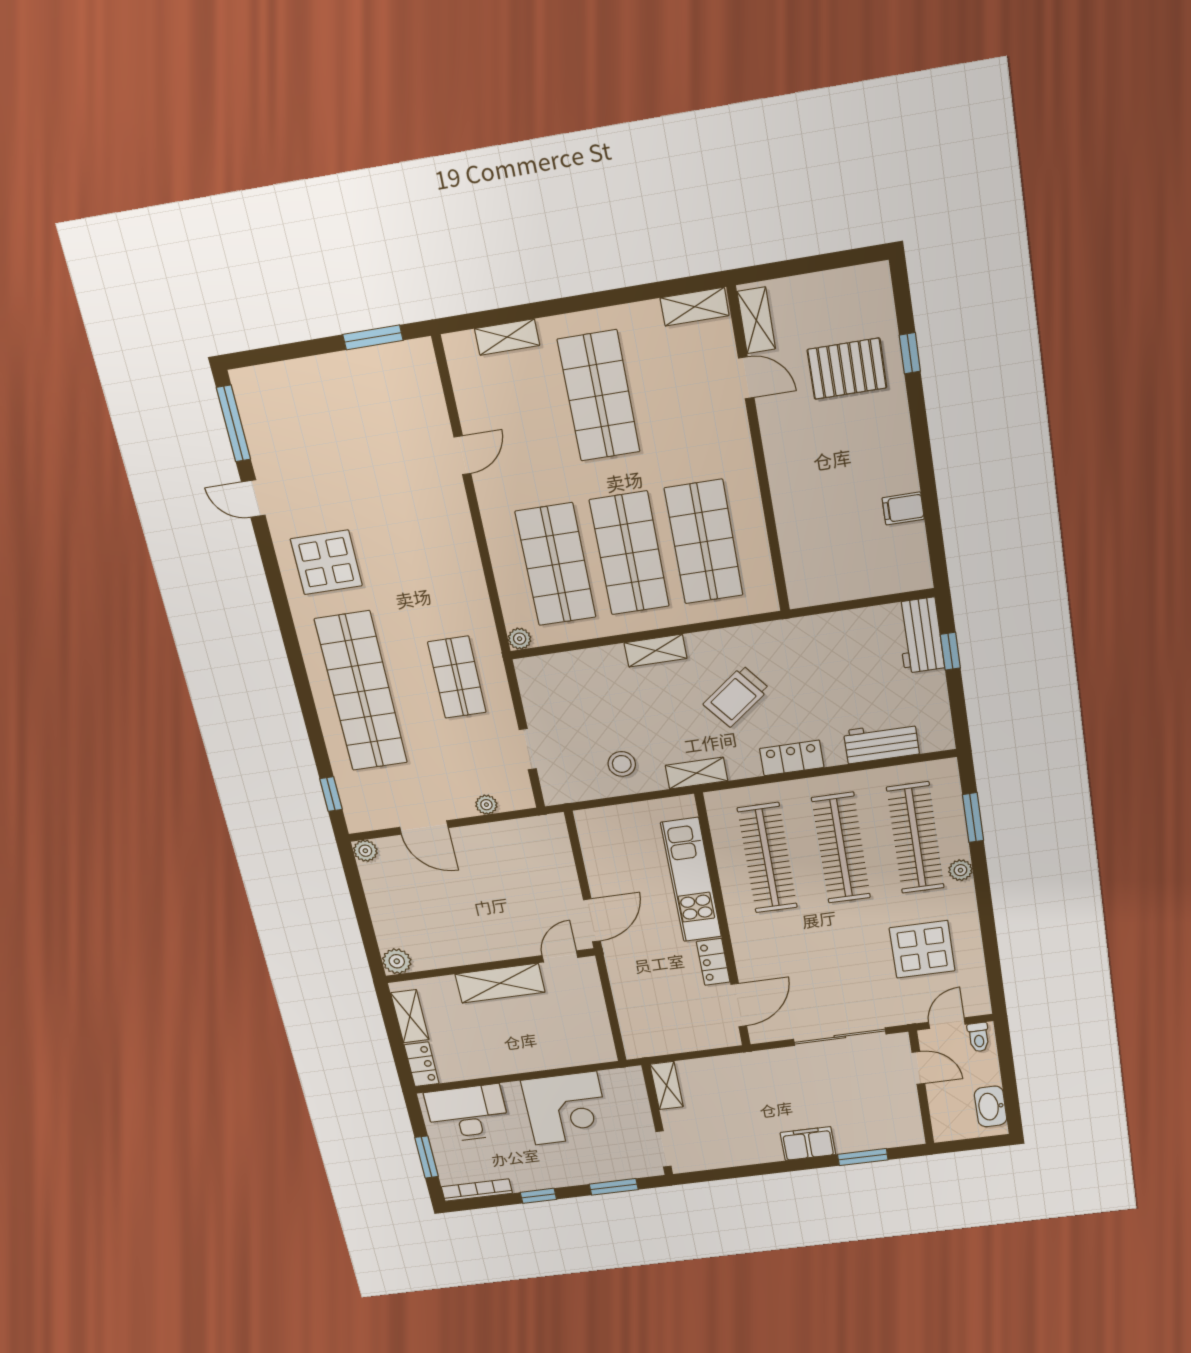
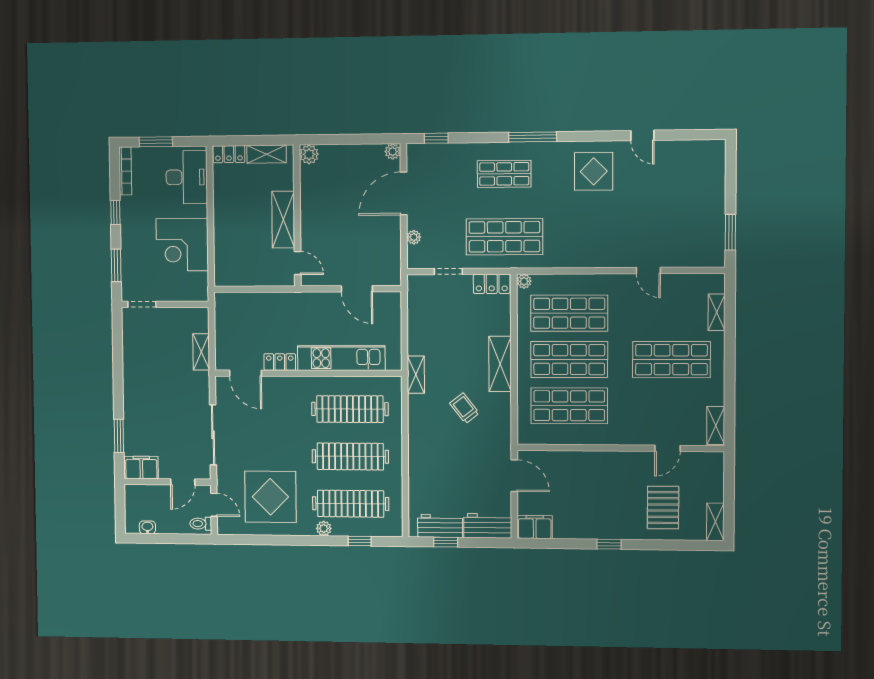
shelving: (756, 320) -> (715, 522), moved, turned 90
window: (910, 353) -> (609, 544), moved
window: (233, 424) -> (533, 137), moved
door: (253, 499) -> (642, 135), swing flipped
filing cabinet: (903, 508) -> (535, 527), moved, width x2.00
door: (832, 608) -> (514, 476), added
shelving: (656, 651) -> (500, 364), width x1.50, depth x1.33
window: (950, 651) -> (446, 542), moved
shop shelf: (457, 677) -> (504, 237), width x1.43, depth x1.36
shop shelf: (361, 691) -> (504, 174), width x0.50, depth x0.74
trolley: (736, 696) -> (464, 408), width x0.73, depth x0.72
workbench: (881, 742) -> (440, 526), moved, turned -90
locker: (792, 758) -> (492, 284), moved, turned 90
stool: (622, 764) -> (429, 329), removed
window: (973, 818) -> (360, 541), width x0.67
door: (424, 827) -> (404, 193), width x1.36
door: (592, 920) -> (357, 289), moved
display table: (922, 949) -> (270, 497), width x1.36, depth x1.36
shelving: (667, 1086) -> (201, 352), moved, turned 90
washbasin: (991, 1106) -> (147, 527), width x0.52, depth x0.69
filing cabinet: (808, 1144) -> (141, 467), moved, turned -90

